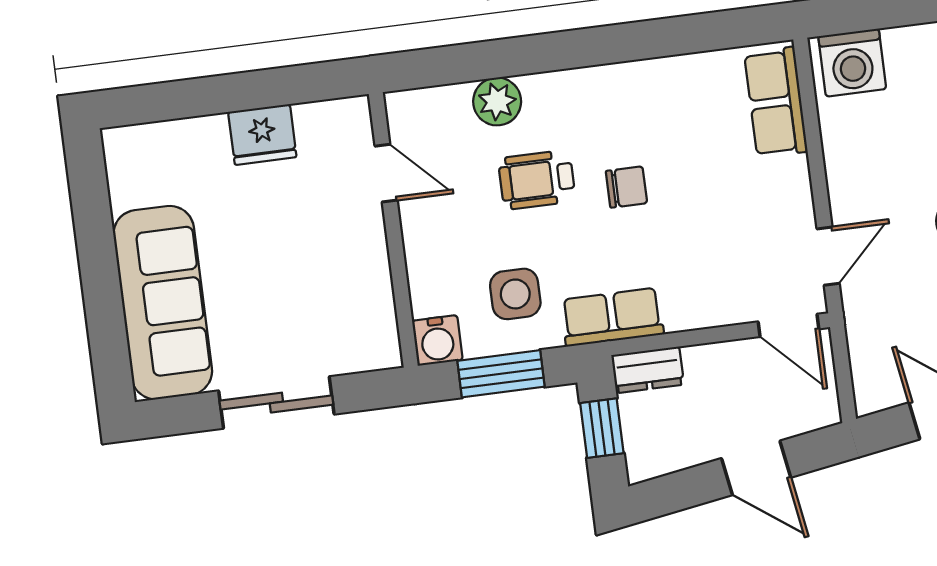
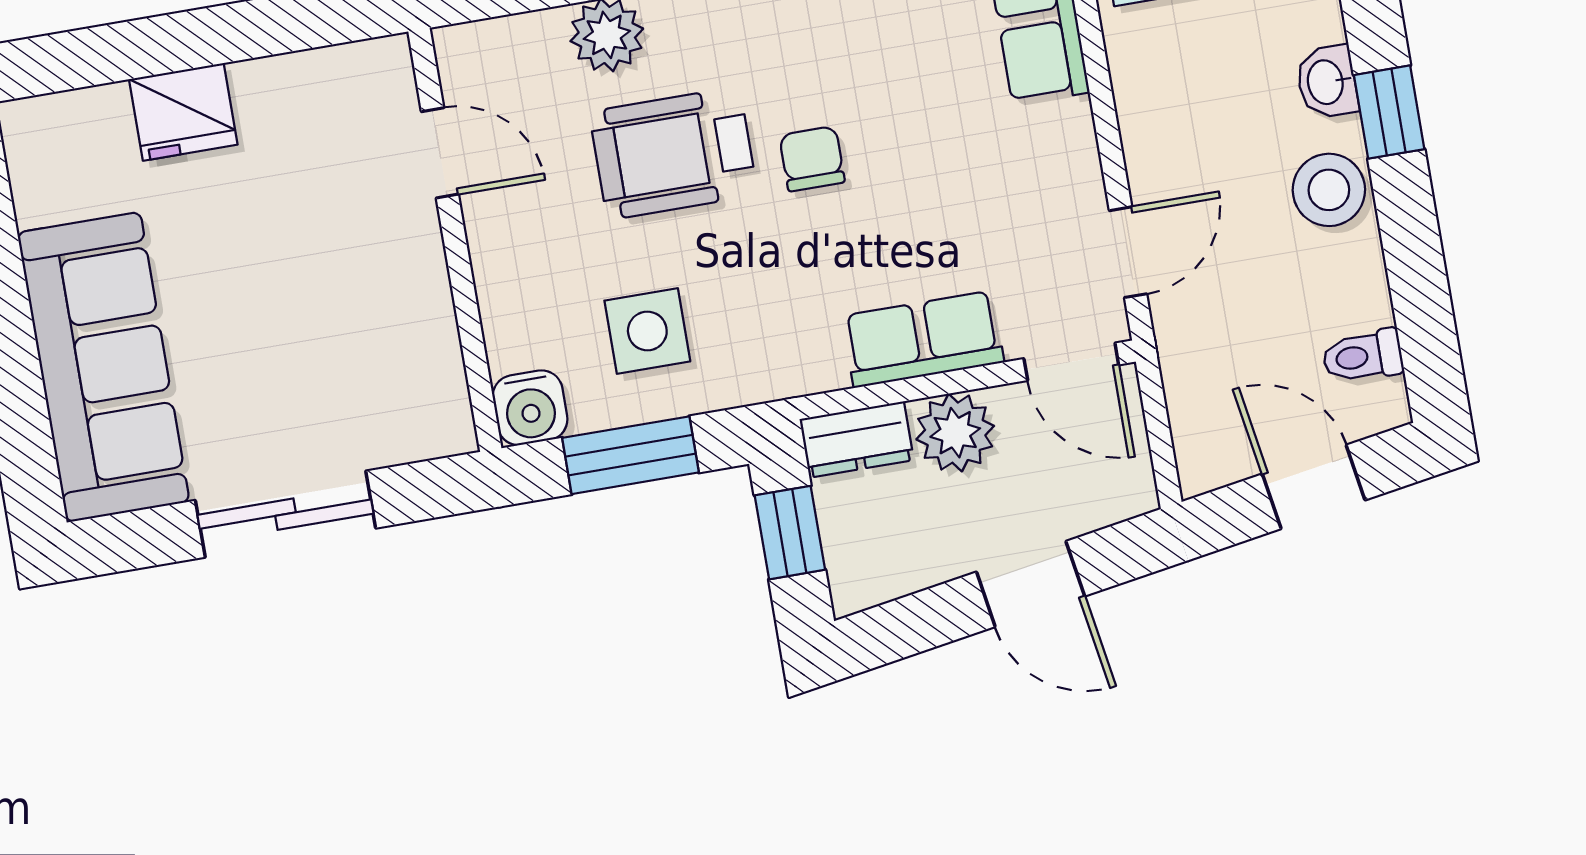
fridge: (262, 134) -> (183, 112), moved
wheelchair: (537, 180) -> (673, 153), width x1.36, depth x1.37
chair: (626, 187) -> (812, 159), turned -90
row of seats: (612, 317) -> (923, 339), moved
plant: (711, 368) -> (955, 433), added

